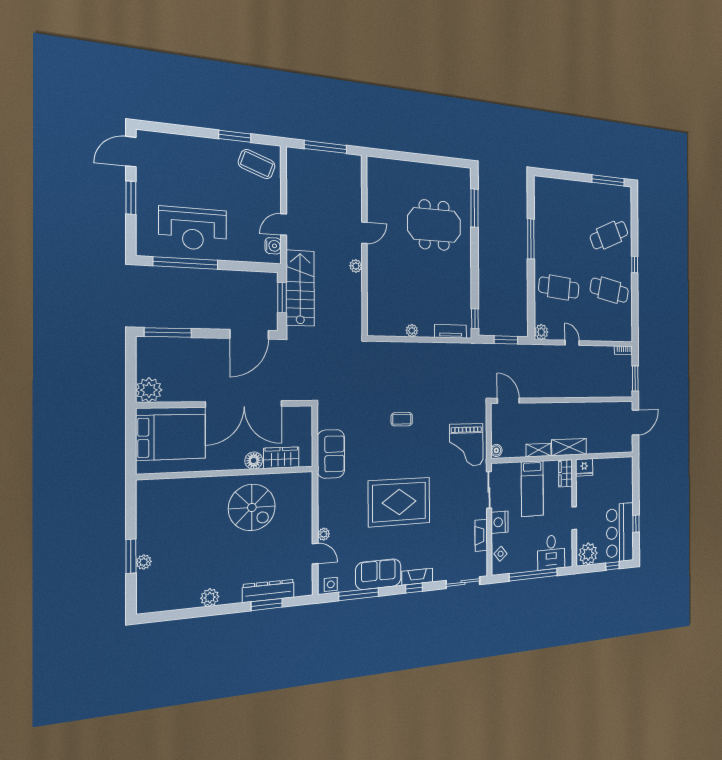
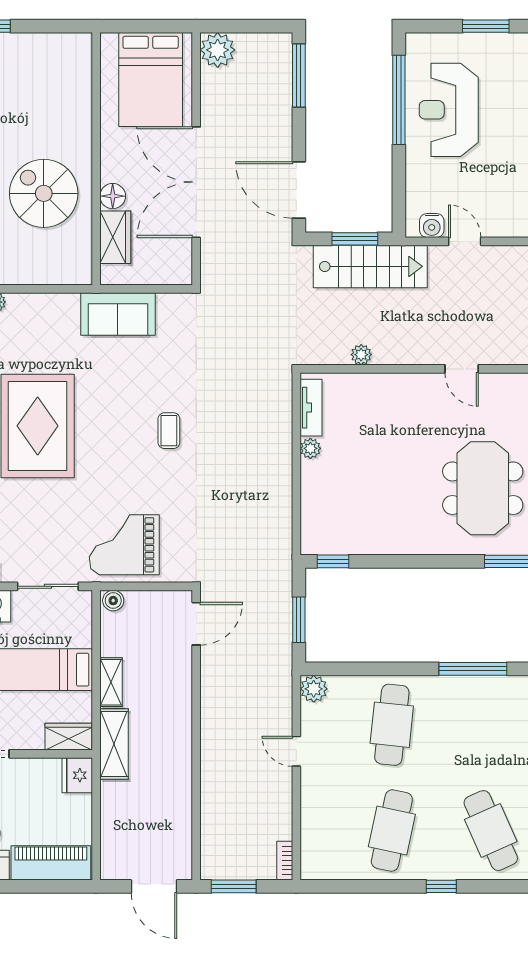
plant: (356, 266) -> (361, 355), moved
tv unit: (451, 331) -> (311, 408), moved
door: (572, 343) -> (296, 751), swing flipped
piano: (625, 480) -> (51, 863), added
spiral stairs: (252, 507) -> (44, 193), turned 90

